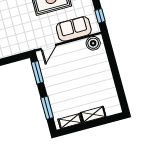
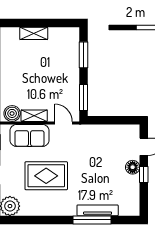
door: (48, 47) -> (64, 123), hinge flipped
shelving: (70, 121) -> (34, 116), moved

